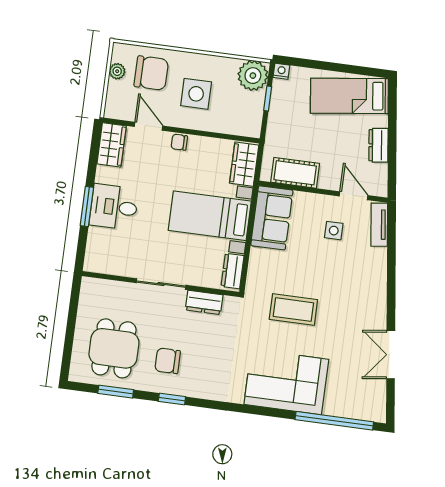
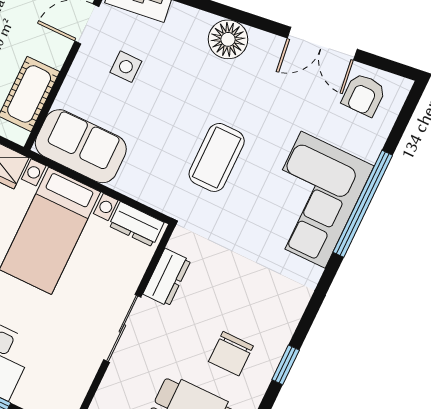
floor lamp: (373, 292) -> (228, 39), added
armchair: (366, 393) -> (364, 95), added
window: (334, 421) -> (363, 204), moved

